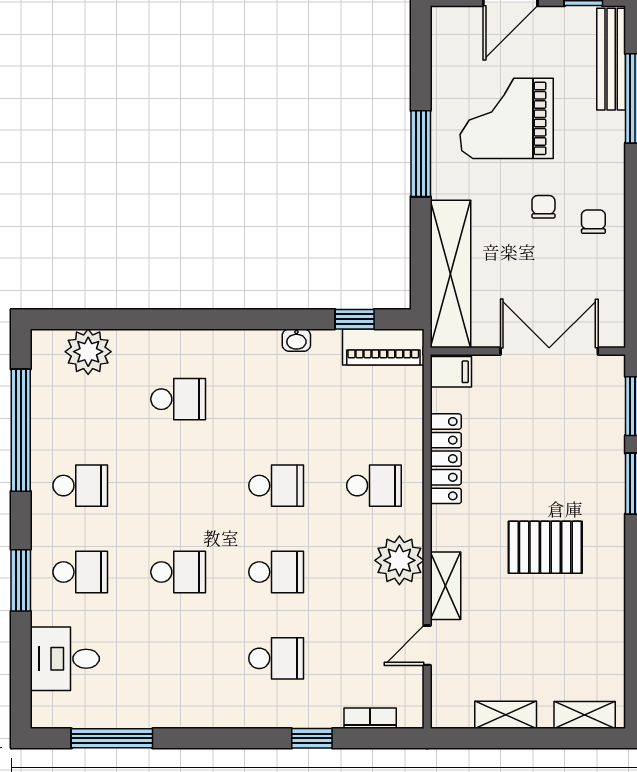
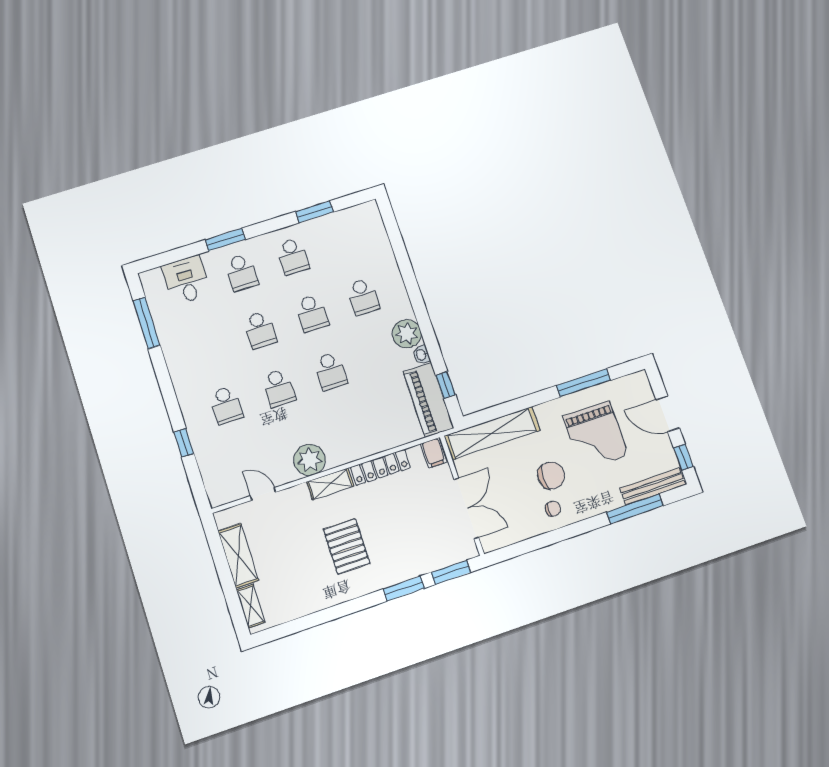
grand piano: (507, 118) -> (596, 436), turned 180
window: (421, 154) -> (584, 383), moved
chair: (543, 207) -> (551, 475), width x1.87, depth x1.87
piano: (383, 347) -> (428, 400), width x1.37, depth x1.33
plant: (88, 352) -> (407, 334), moved
window: (21, 430) -> (314, 212), width x0.47
school desk: (374, 486) -> (312, 313), moved
shelving: (446, 586) -> (330, 484), moved
shelving: (506, 715) -> (238, 556), width x1.50, depth x1.33
bookcase: (370, 718) -> (207, 474), removed

